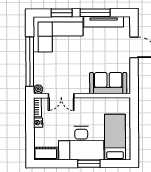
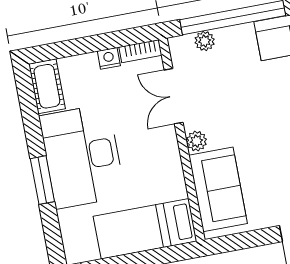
plant: (38, 89) -> (205, 41), moved
plant: (84, 89) -> (196, 141), added
bed: (115, 137) -> (145, 229), moved, turned 180

